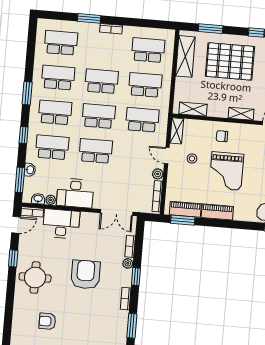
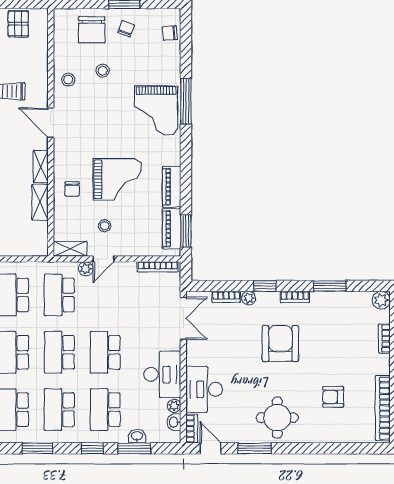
shelving: (193, 109) -> (40, 202), moved
plant: (158, 174) -> (86, 269), moved
window: (20, 180) -> (134, 448), moved
window: (13, 258) -> (255, 448), width x1.50
armchair: (86, 275) -> (280, 344), moved, turned 90
armchair: (47, 321) -> (333, 397), turned 90

